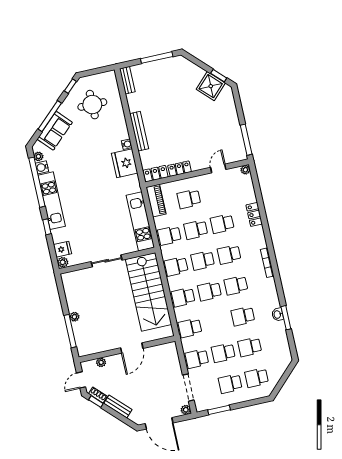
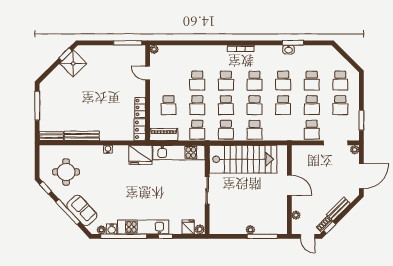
bench: (139, 131) -> (82, 136), moved
fridge: (125, 163) -> (140, 155), moved
locker: (254, 214) -> (195, 50), removed
school desk: (190, 328) -> (283, 105), moved

